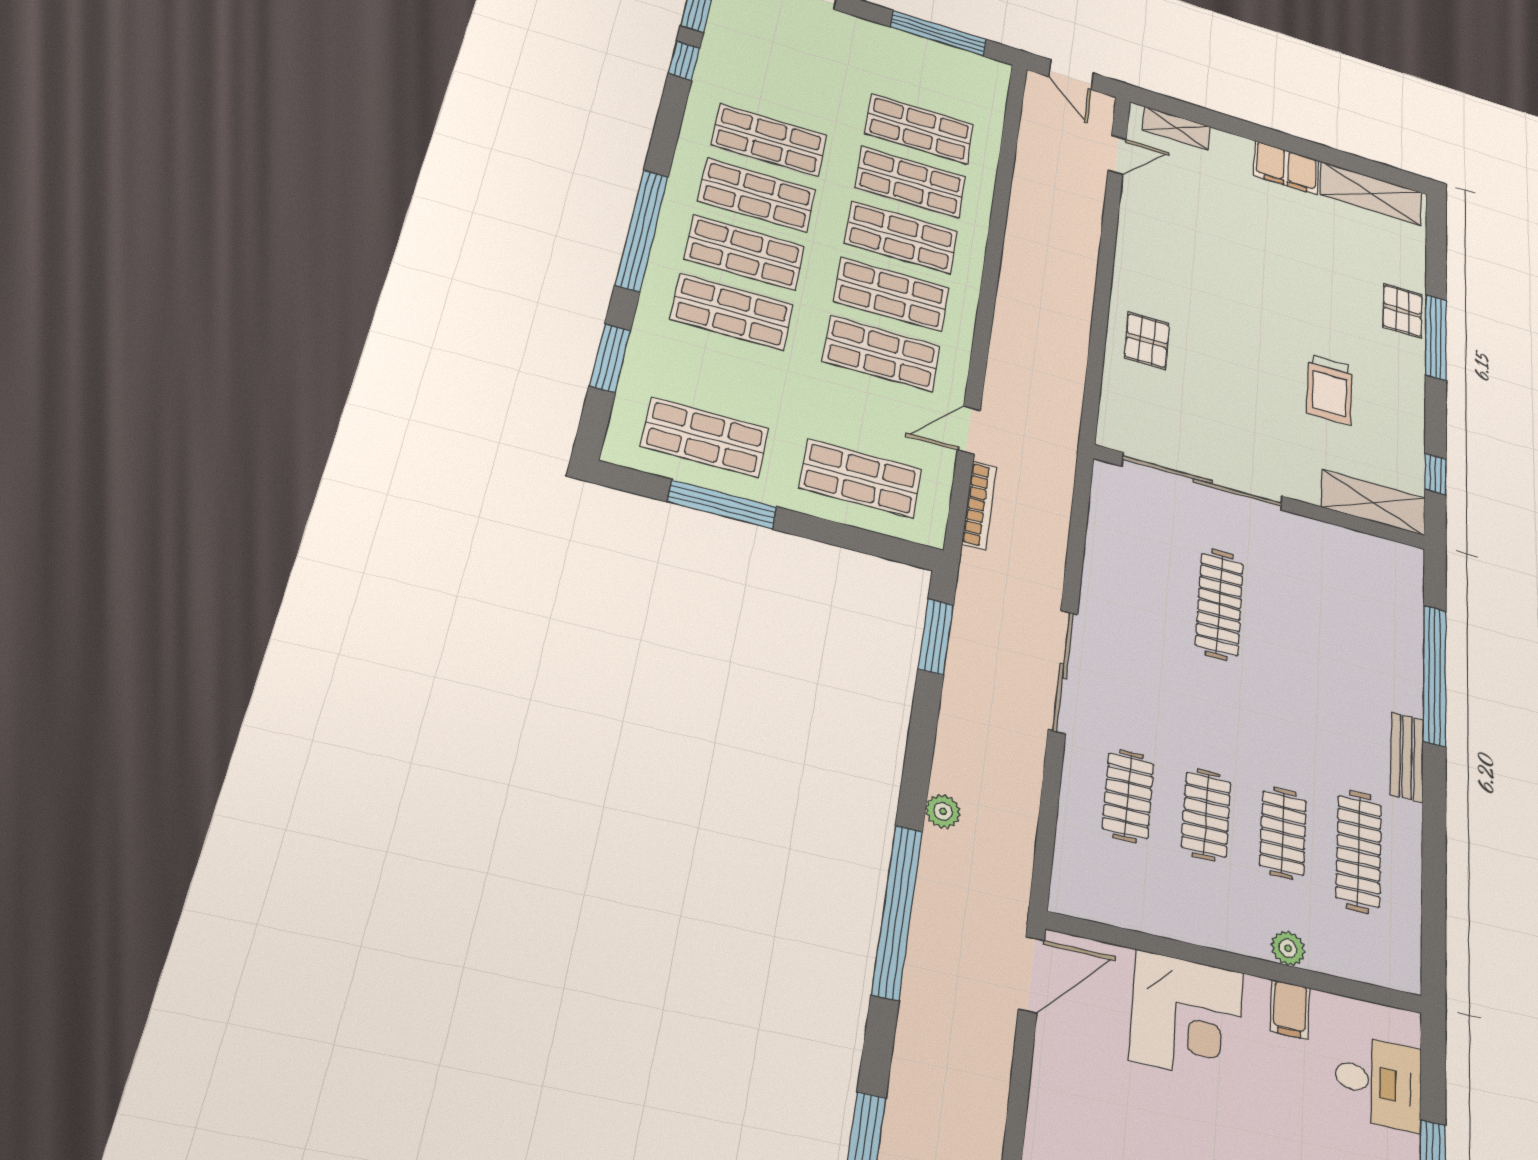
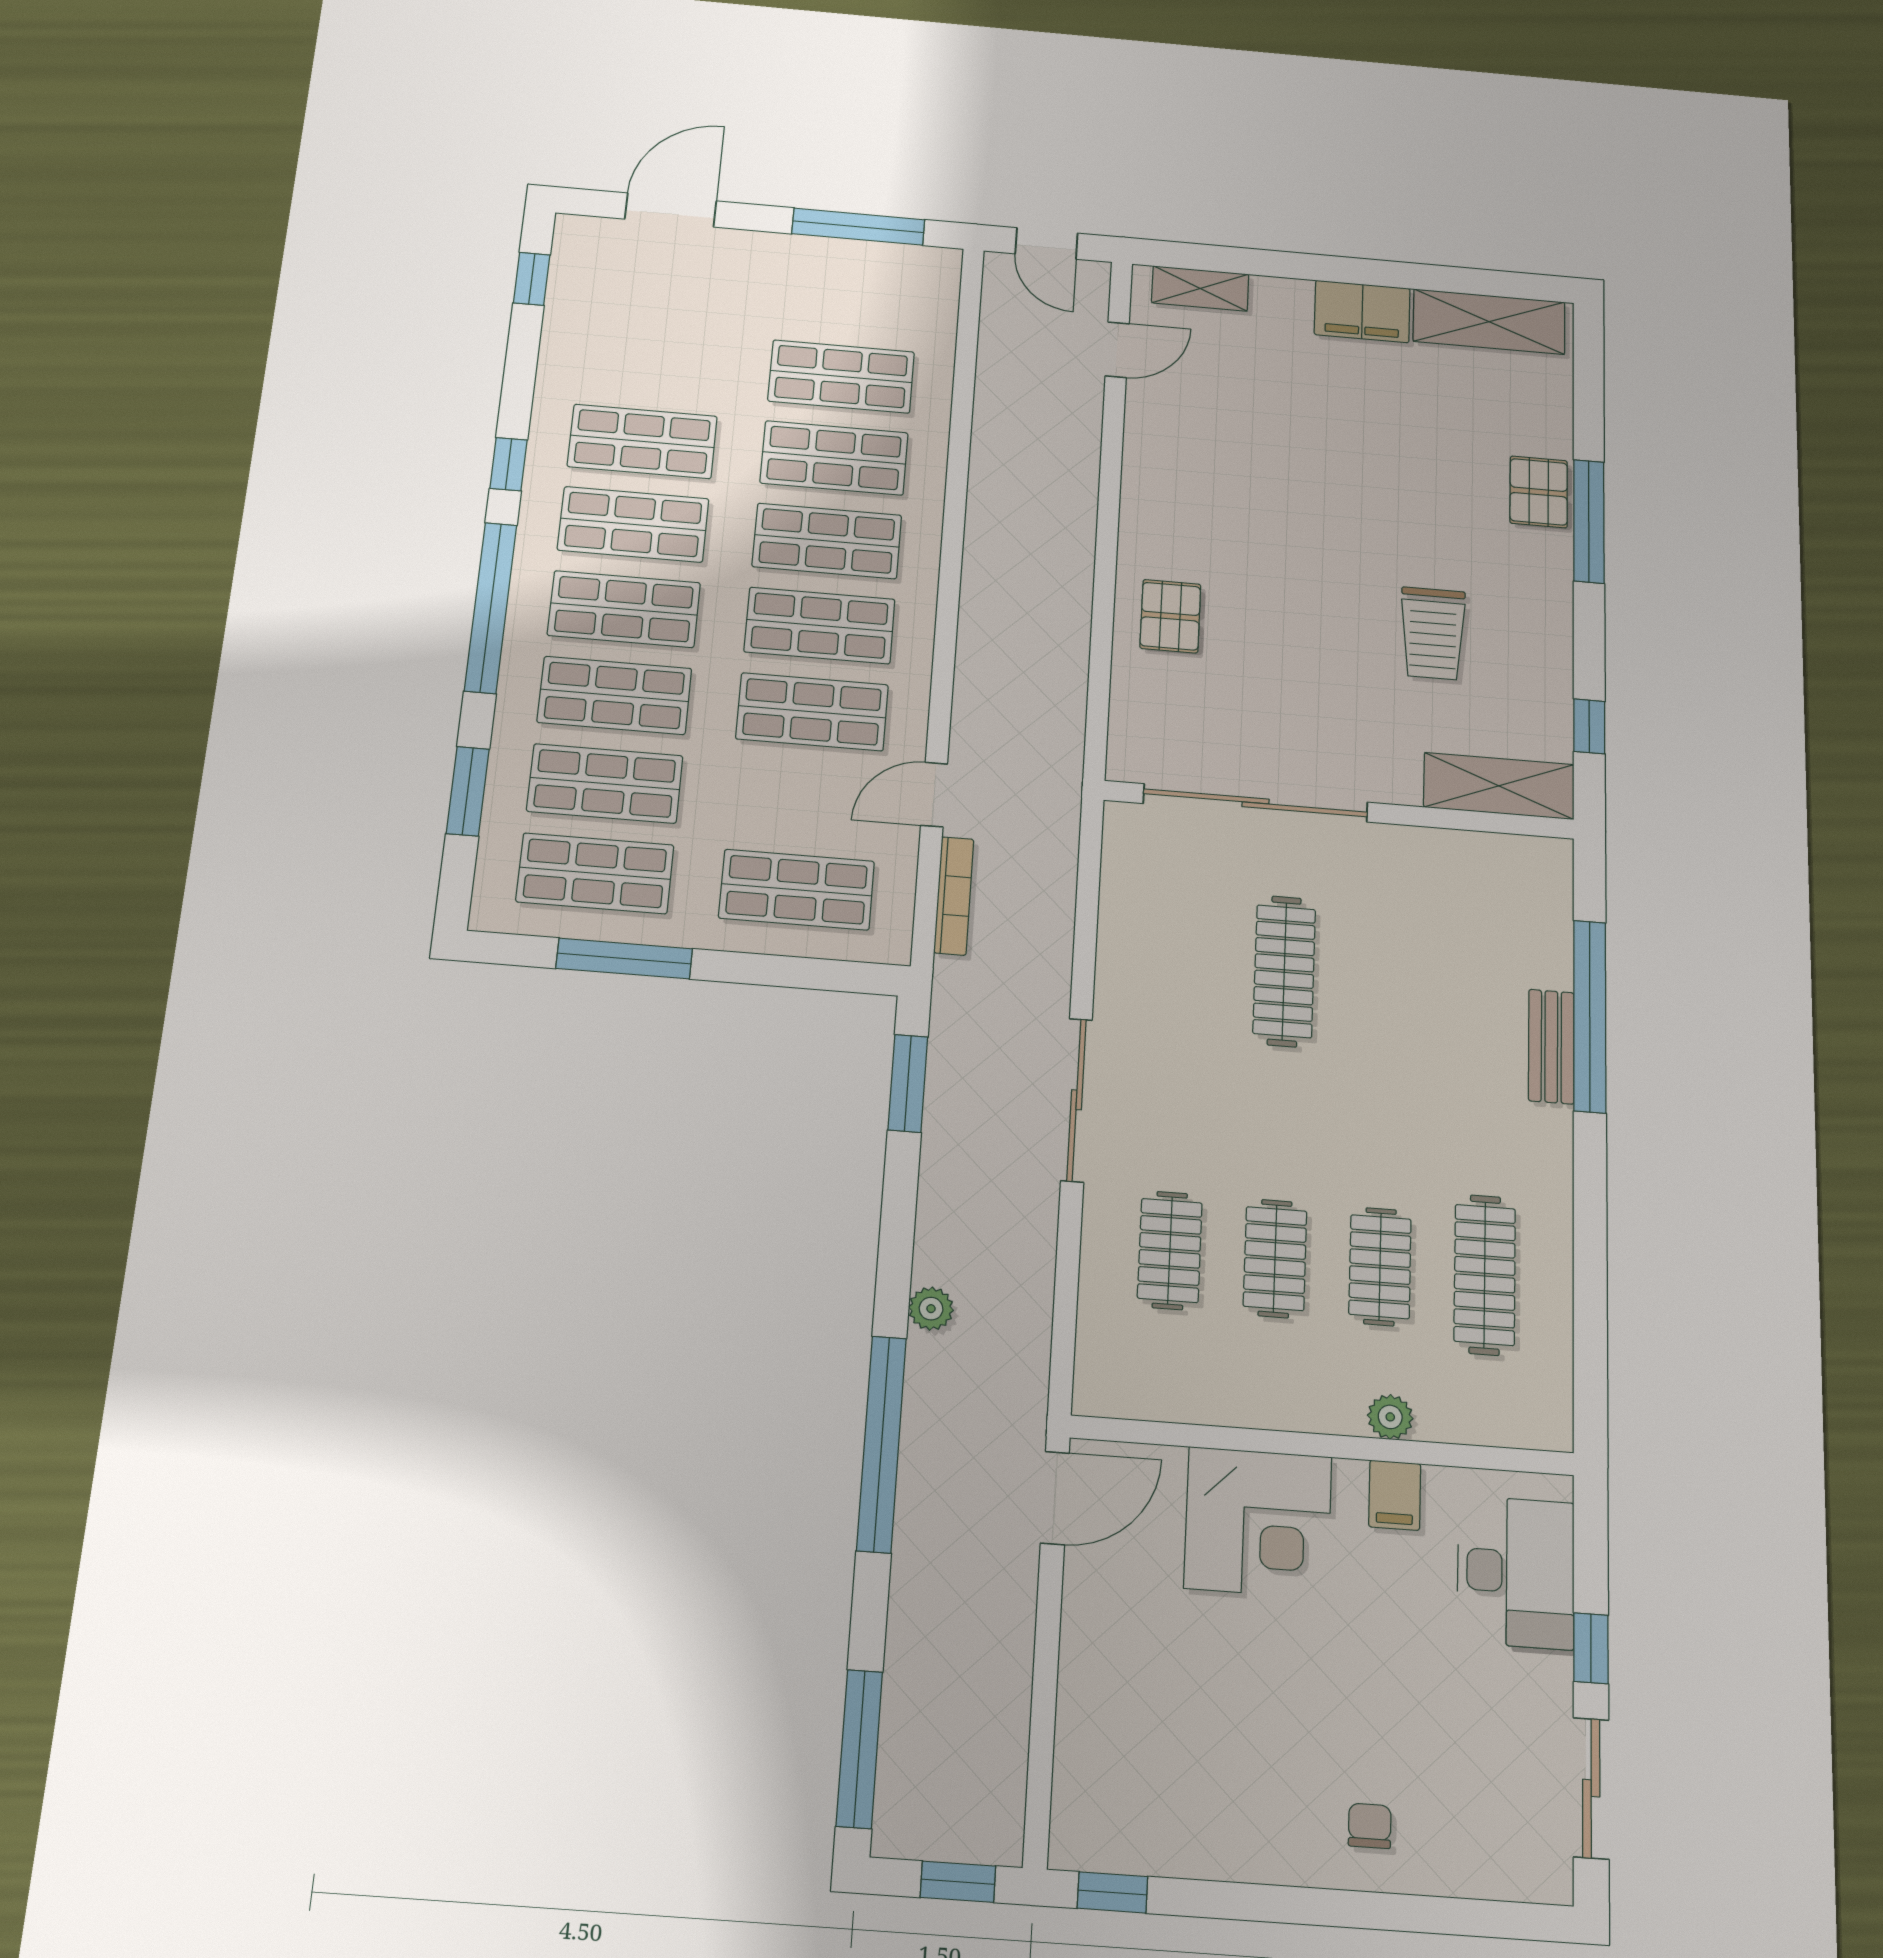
window: (684, 61) -> (509, 464), moved
shop shelf: (719, 373) -> (605, 783), added
bench: (1407, 757) -> (1551, 1046), moved
desk: (1378, 1082) -> (1516, 1572), width x1.37

